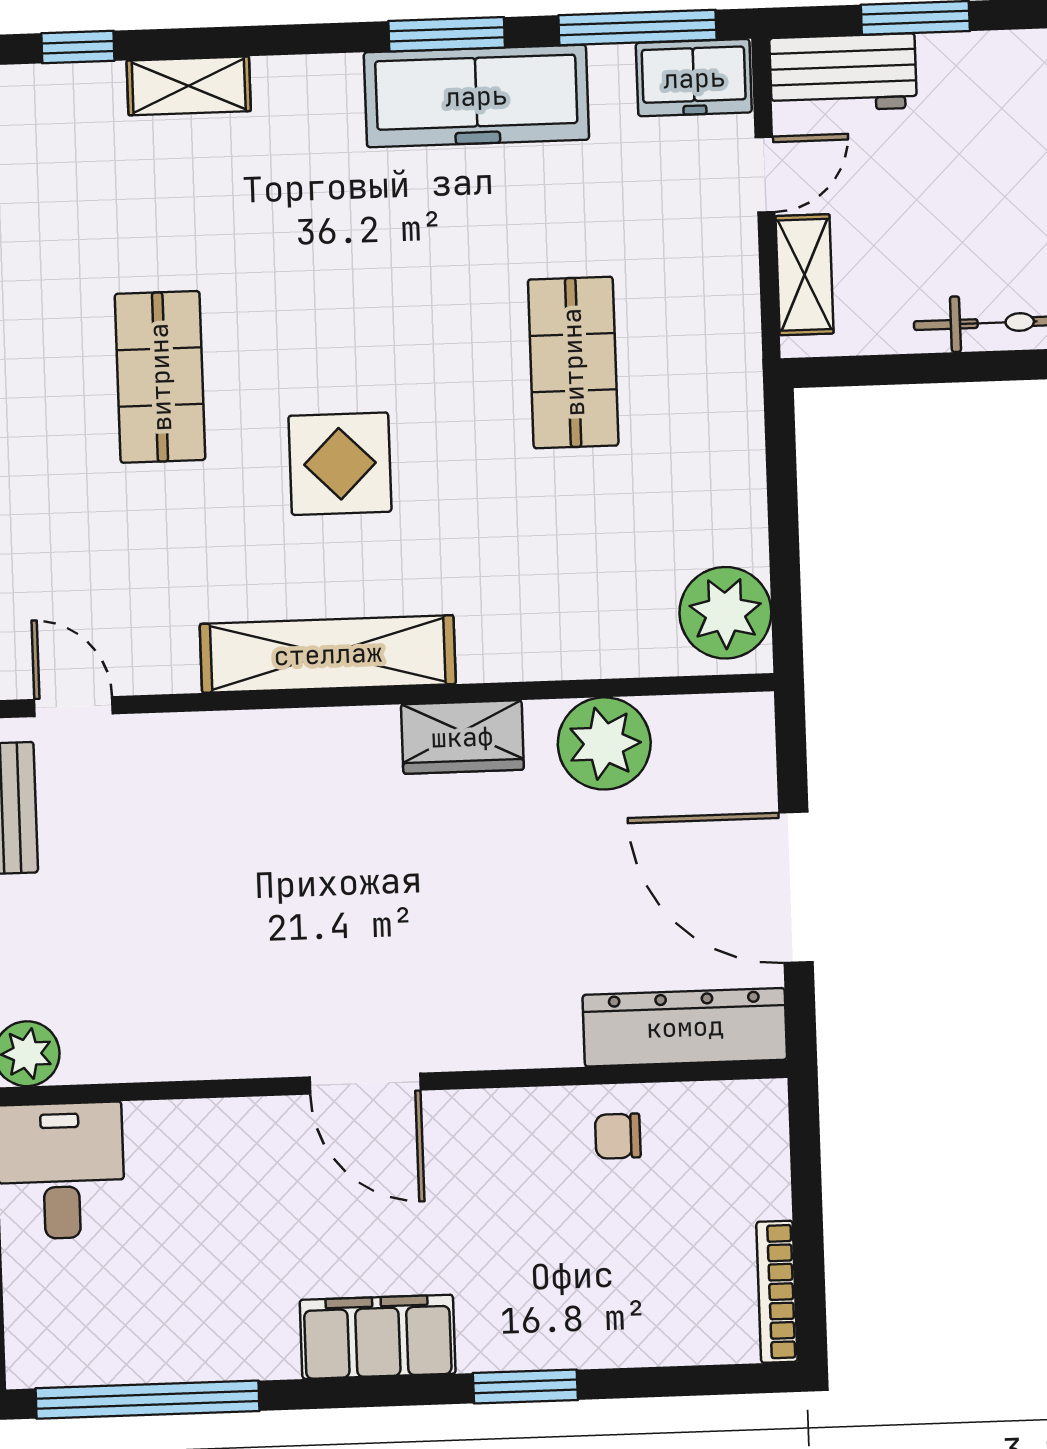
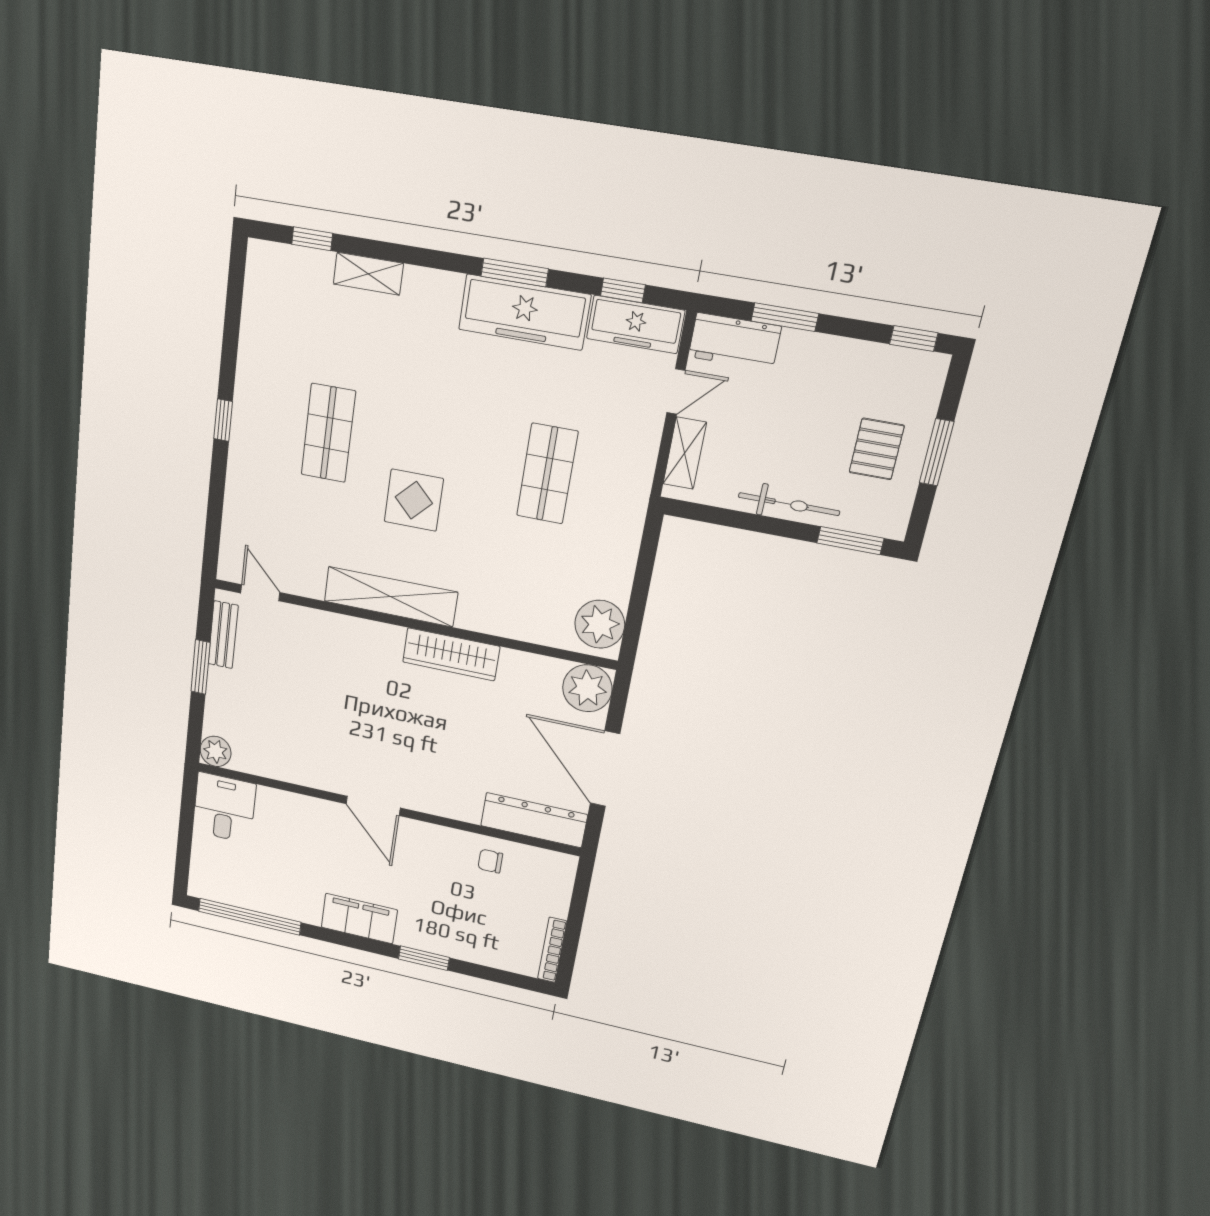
window: (637, 28) -> (623, 290), width x0.46
freezer: (694, 78) -> (635, 324), width x1.40
wardrobe: (462, 737) -> (451, 654), width x1.50
plant: (604, 743) -> (587, 688), moved

